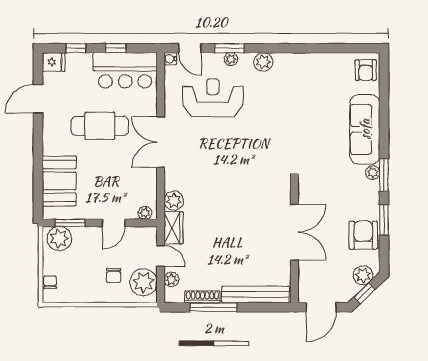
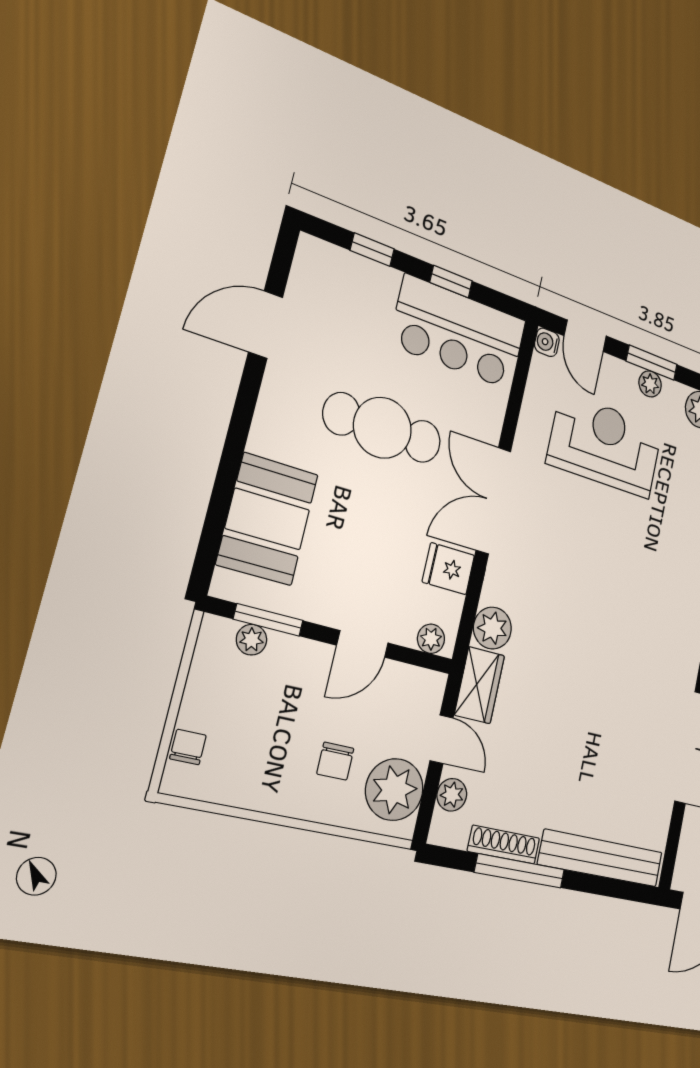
fridge: (54, 62) -> (448, 569), moved, turned 180
plant: (59, 239) -> (252, 640), width x0.53, depth x0.53

